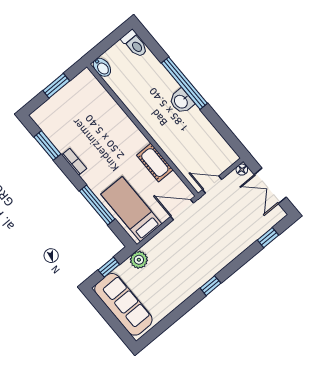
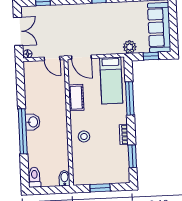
stool: (115, 127) -> (84, 136), added

